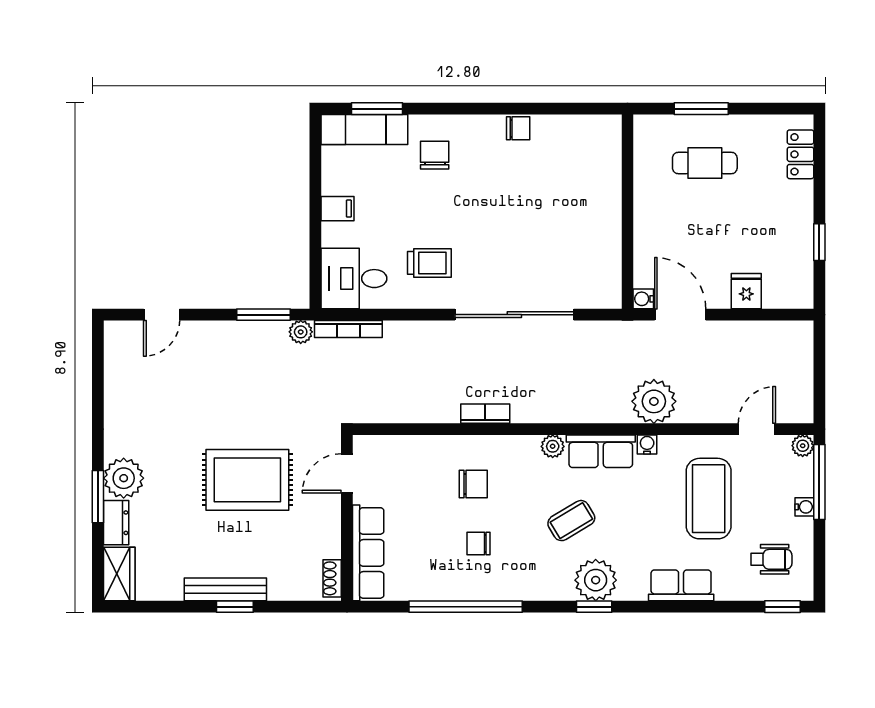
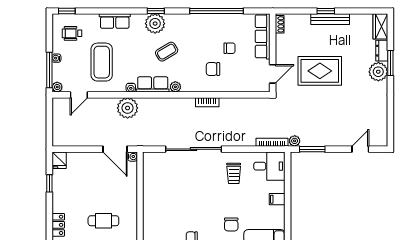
trolley: (429, 263) -> (234, 173), turned -90
fridge: (746, 291) -> (59, 160), moved
chair: (478, 544) -> (230, 48), moved

